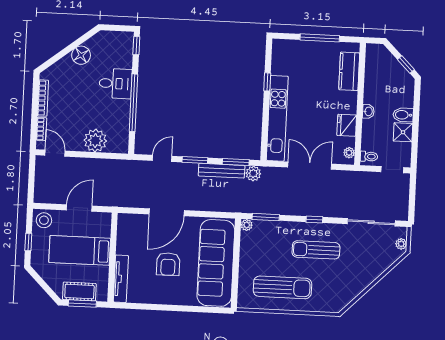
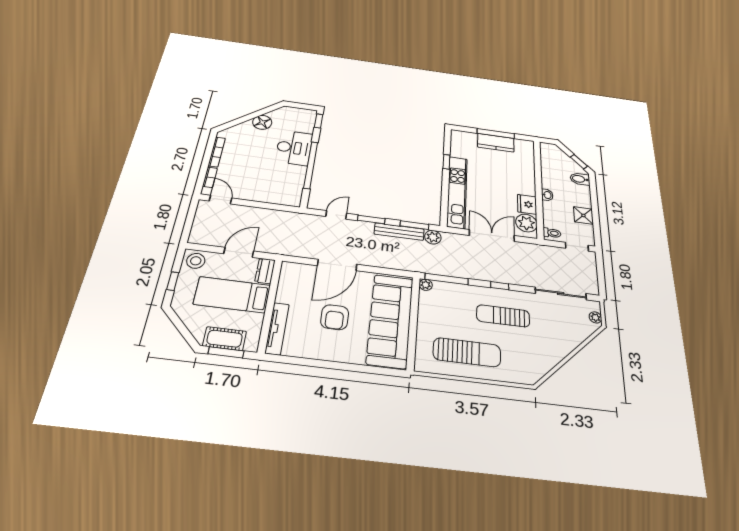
kitchen counter: (349, 71) -> (496, 143), moved, turned -90
desk: (115, 84) -> (294, 148), width x1.37
bidet: (403, 115) -> (580, 179), moved
plant: (95, 141) -> (266, 193), removed
plant: (349, 153) -> (526, 223), width x1.88, depth x1.88
window: (266, 217) -> (447, 279), width x1.44
dresser: (104, 224) -> (265, 271), added

